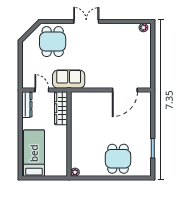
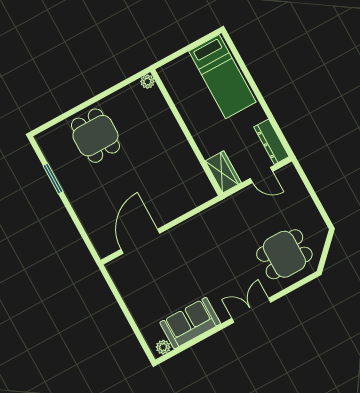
double door: (86, 22) -> (251, 310), swing flipped
dining table: (53, 42) -> (284, 254), turned 90
sofa: (69, 79) -> (190, 323), moved, turned 180
wardrobe: (61, 108) -> (223, 172), width x0.67

